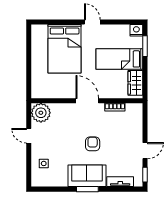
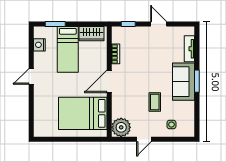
nightstand: (136, 30) -> (39, 45), moved
bed: (65, 49) -> (83, 113), moved, turned 180
armchair: (93, 144) -> (152, 76), removed
coffee table: (66, 147) -> (155, 102), added
window: (145, 175) -> (128, 24), moved

